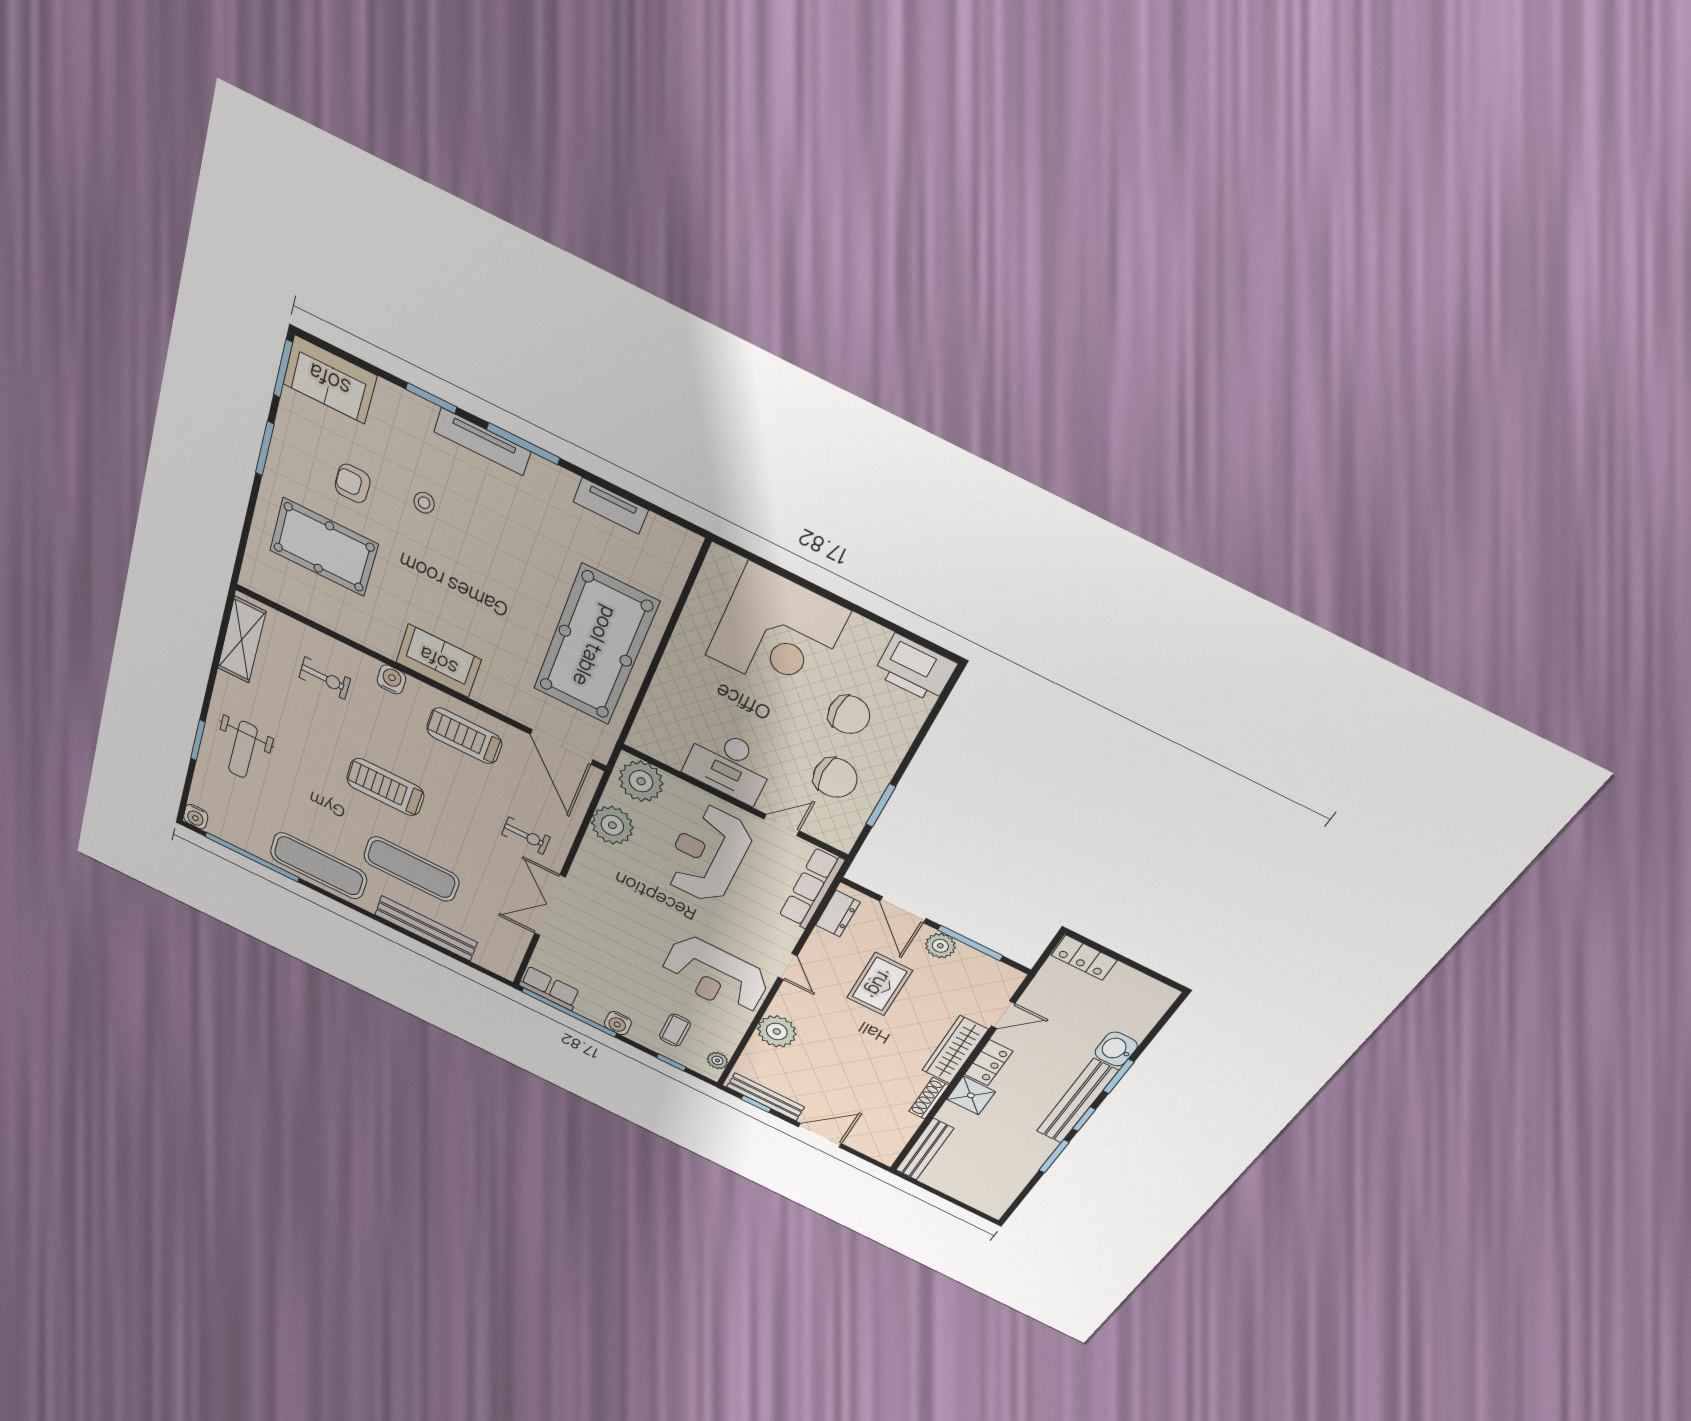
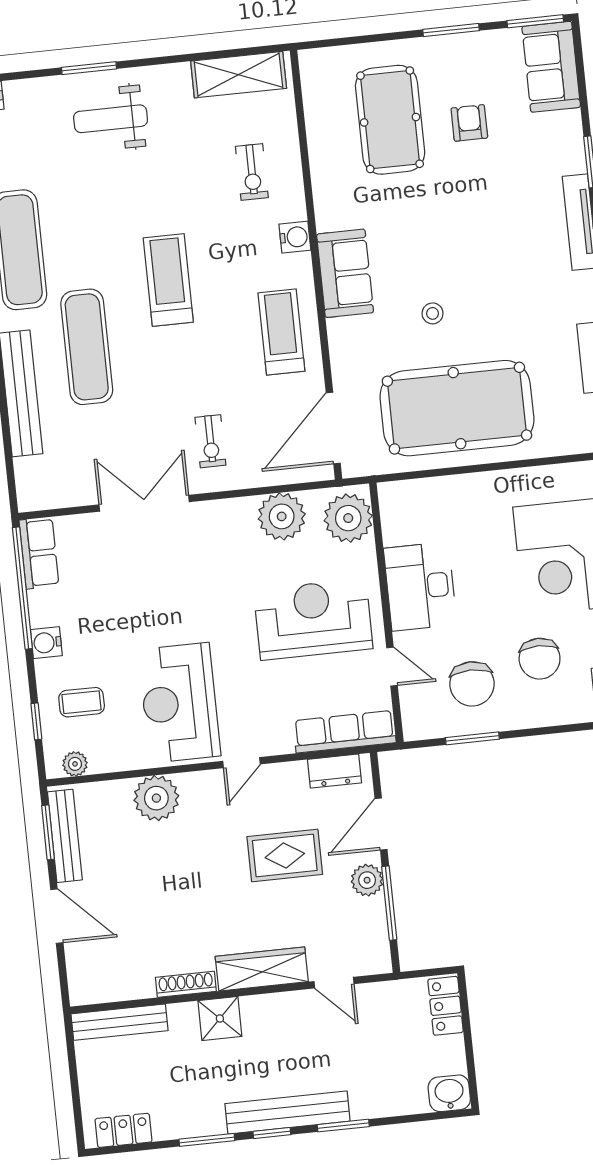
stool: (424, 503) -> (433, 313), moved
washbasin: (1116, 1049) -> (449, 1093), moved
locker: (989, 1063) -> (123, 1130), moved, turned 180
window: (756, 1104) -> (48, 832), width x1.50

